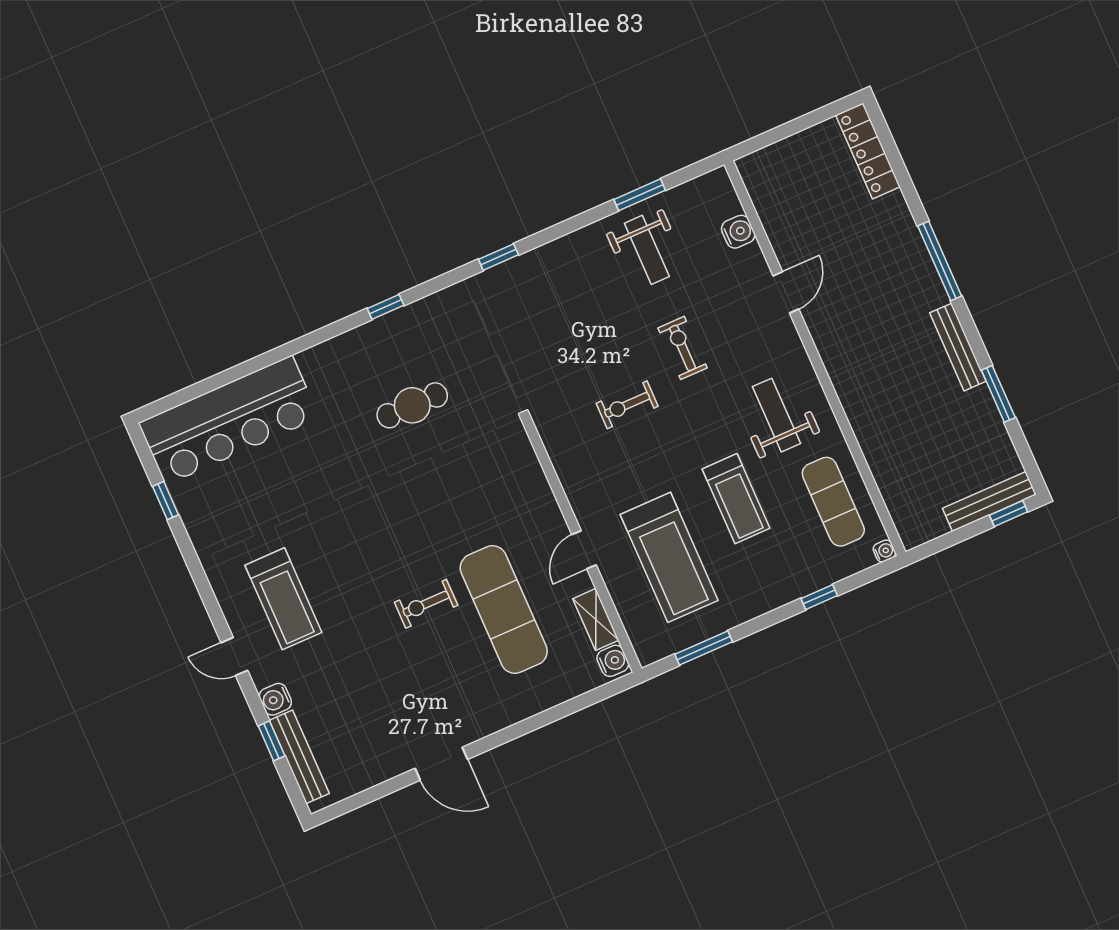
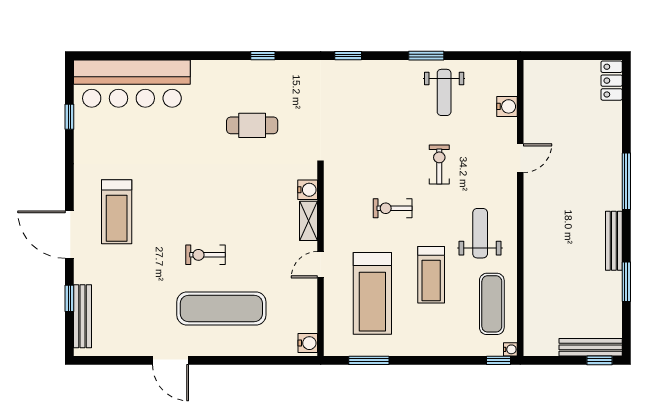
locker: (868, 151) -> (612, 81), width x0.66
window: (640, 195) -> (426, 56), moved
exercise bike: (627, 405) -> (393, 208), moved
window: (819, 597) -> (498, 360), moved
exercise mat: (504, 610) -> (221, 308), moved, turned 90
shelving: (596, 619) -> (309, 221), moved
door: (234, 657) -> (69, 235), width x1.88
water cooler: (275, 699) -> (308, 190), moved, turned 180

